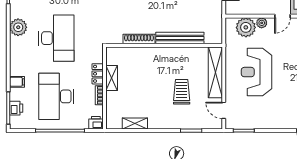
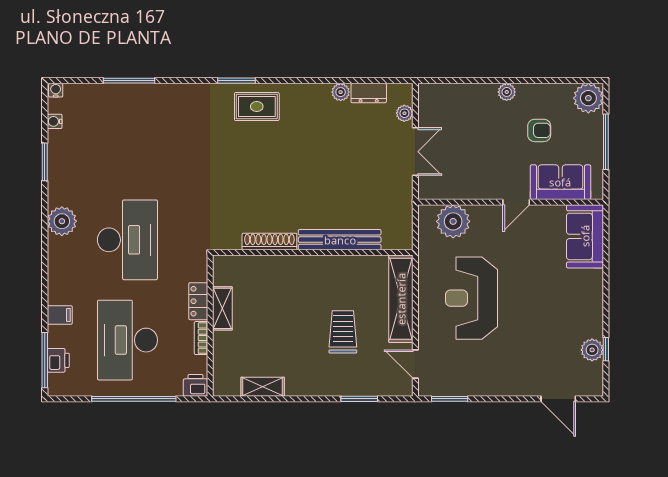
plant: (262, 23) -> (481, 214), removed

